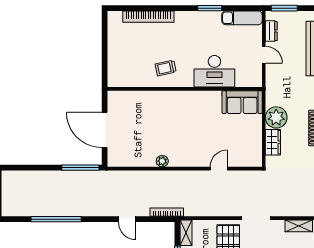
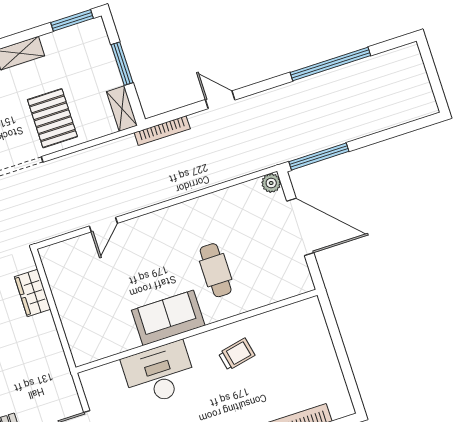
sofa: (242, 102) -> (168, 318), moved
plant: (276, 117) -> (40, 333), removed
cafe table: (162, 121) -> (216, 270), added
plant: (162, 161) -> (271, 183), moved

